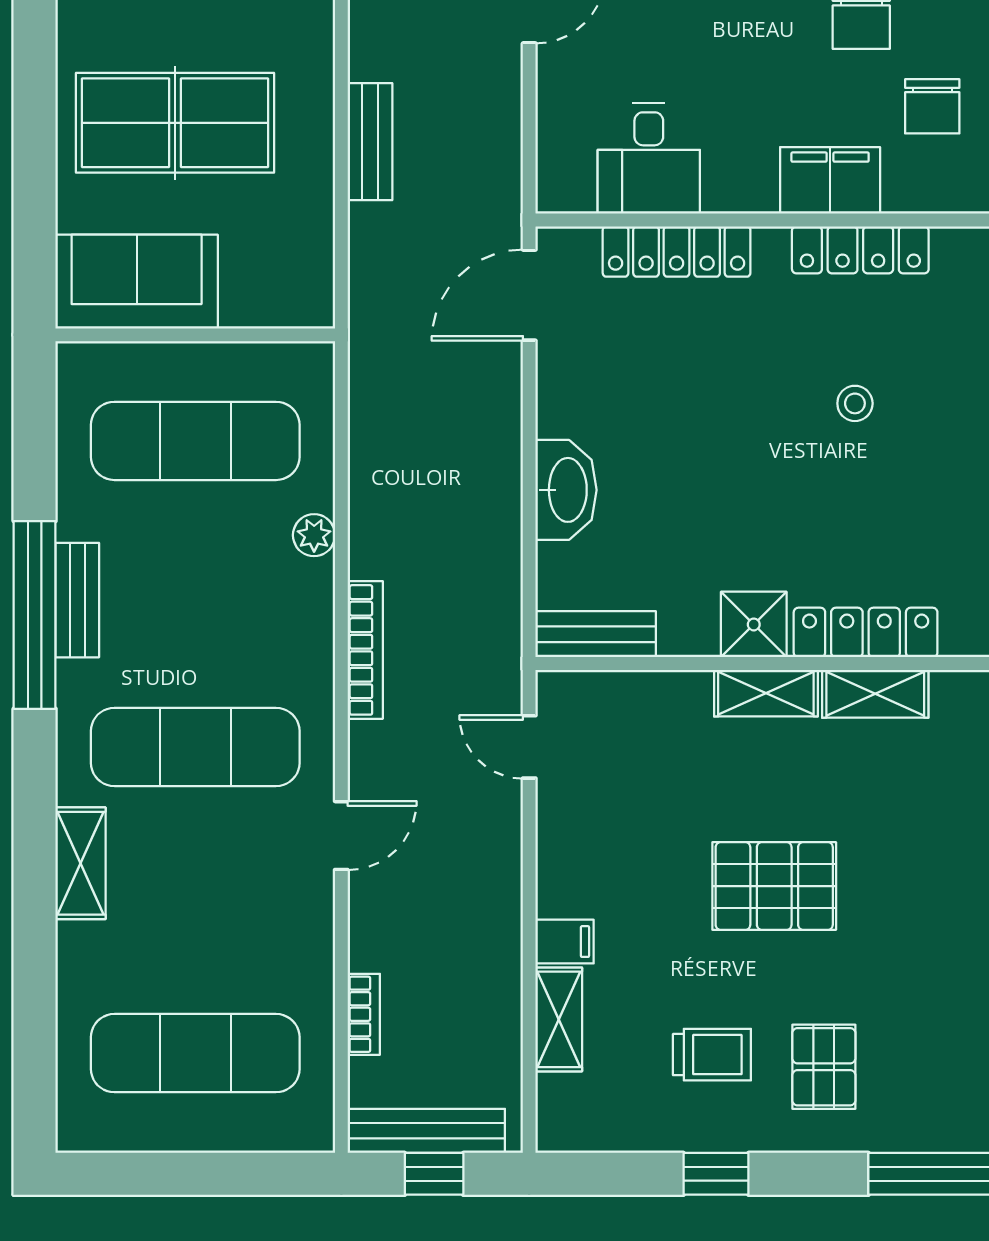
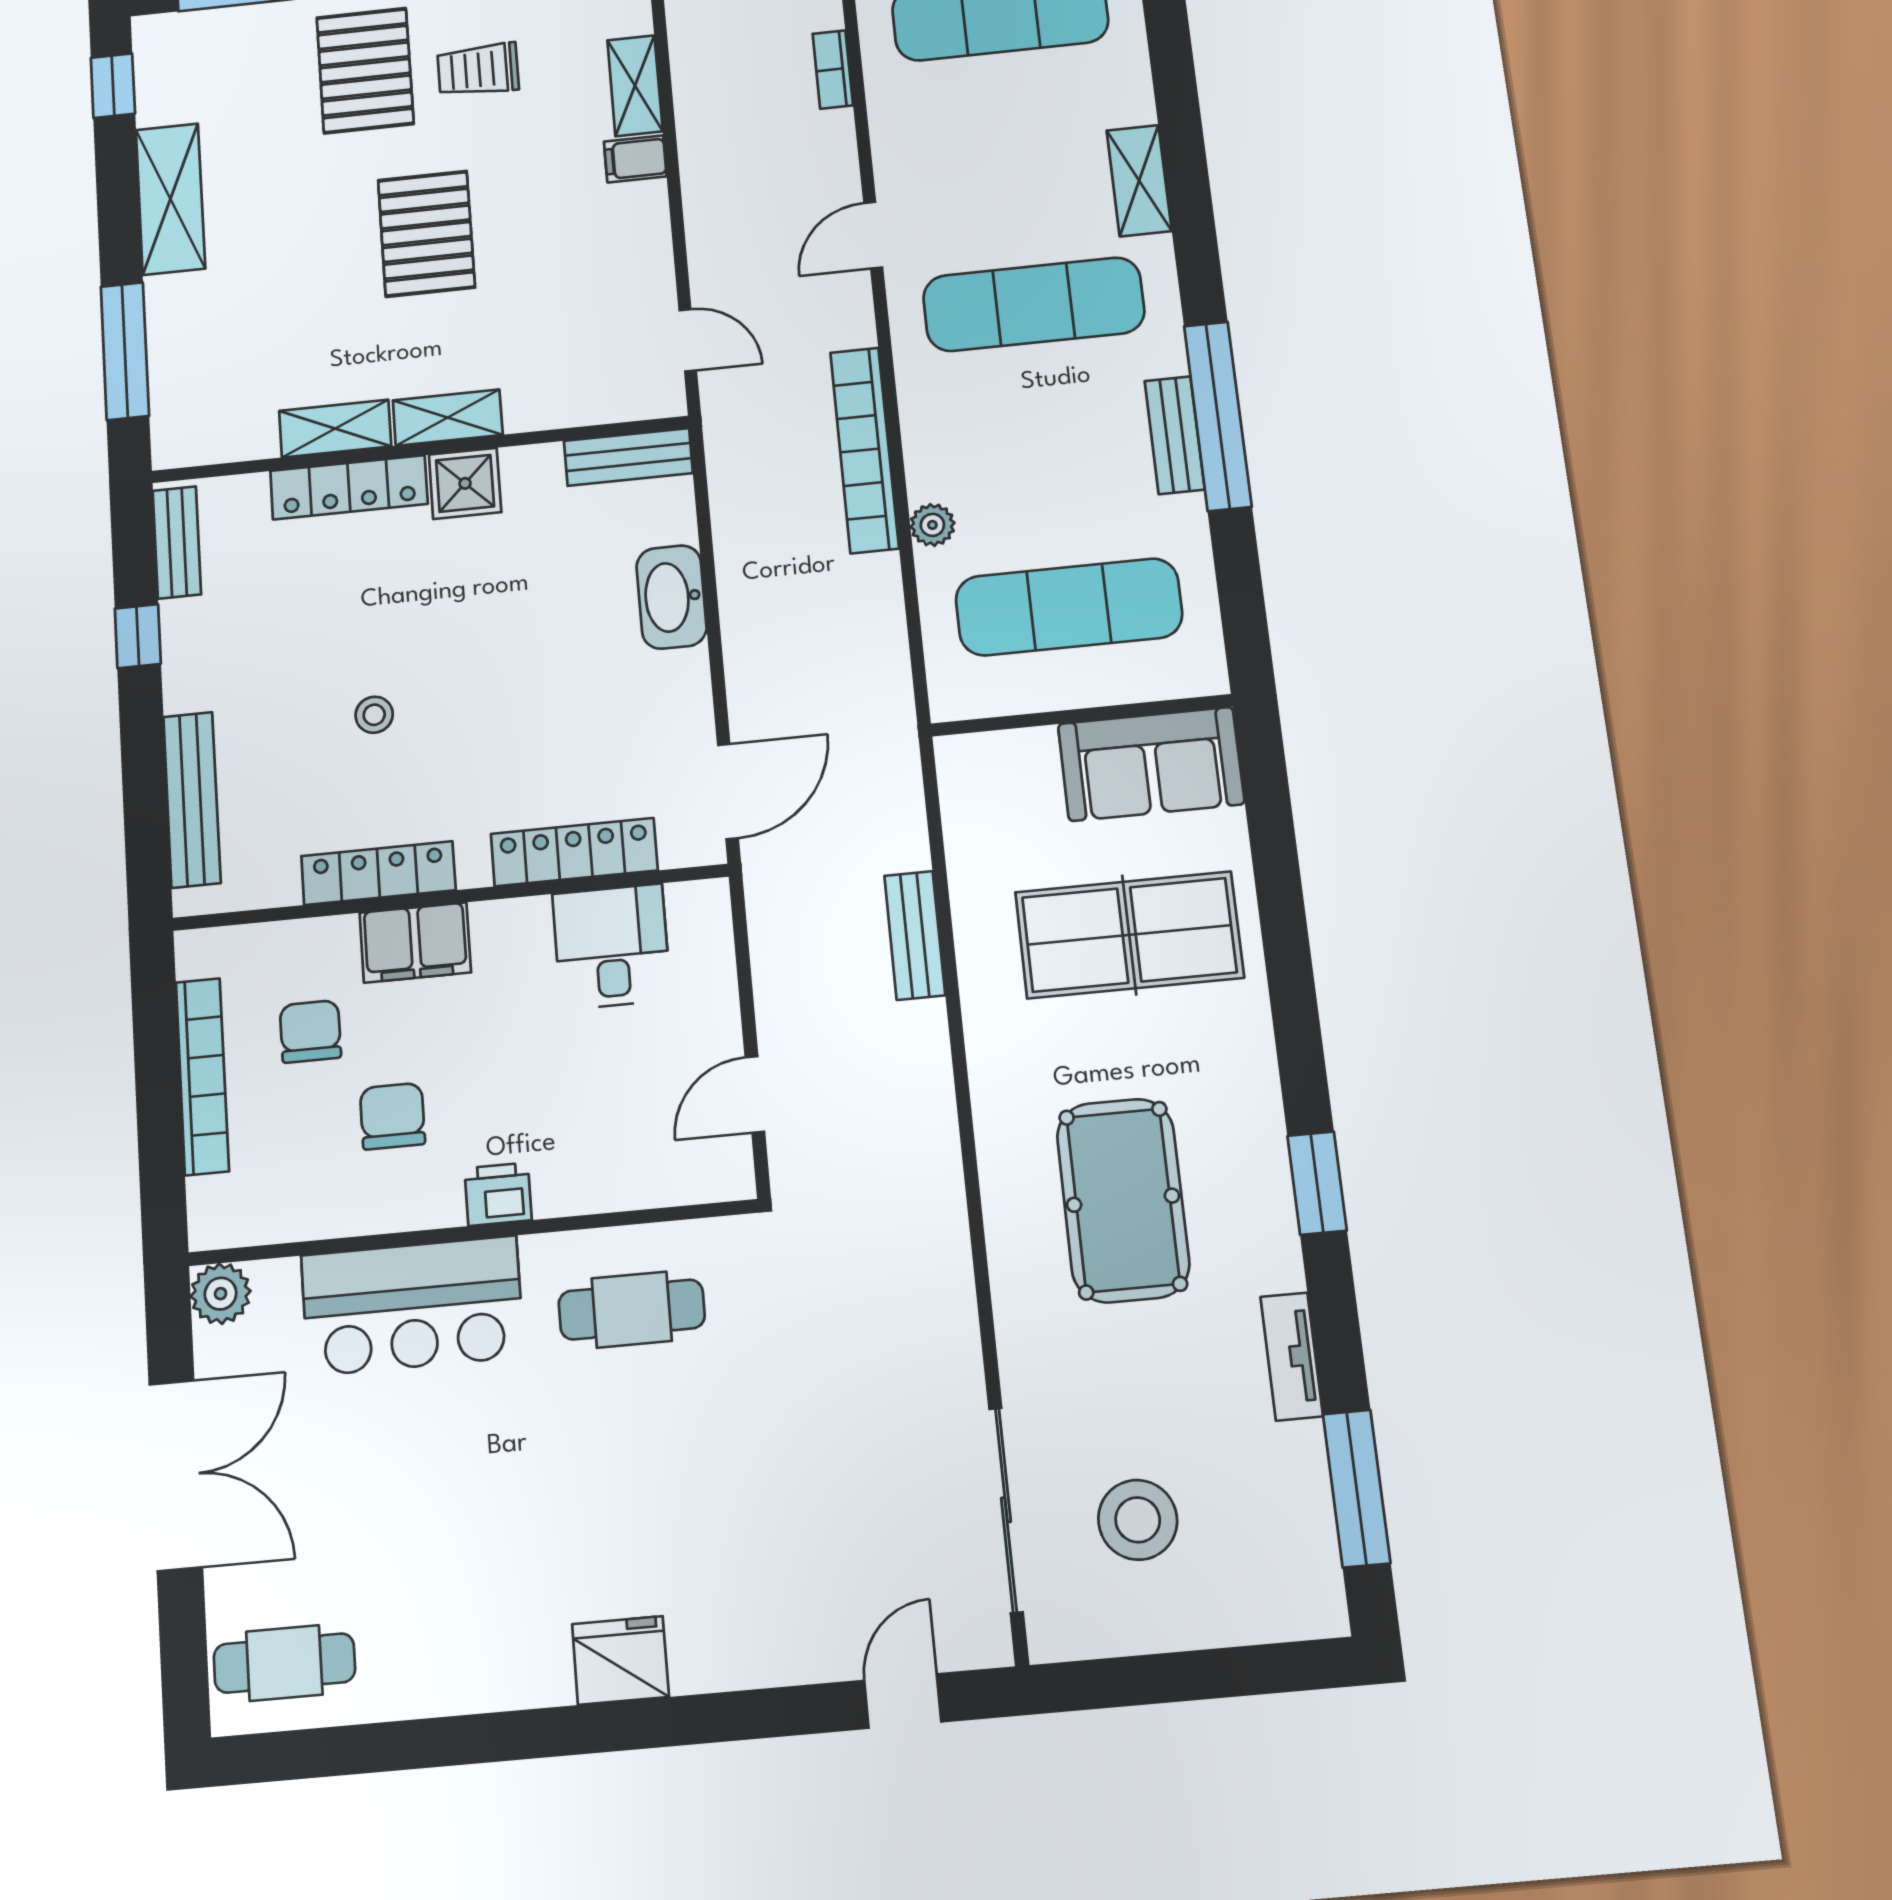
bookcase: (365, 650) -> (864, 450), width x1.48, depth x1.31
pallet: (774, 886) -> (426, 234), turned 90
pallet: (824, 1067) -> (365, 71), width x1.50, depth x1.42

